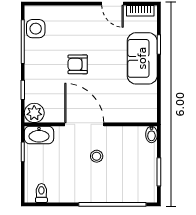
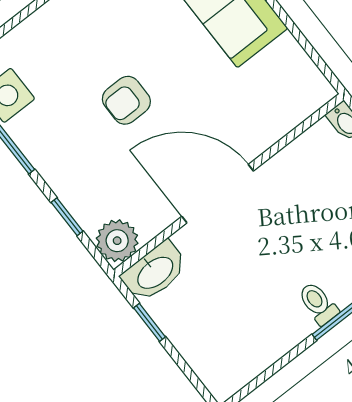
stool: (97, 156) -> (281, 231), removed
toilet: (41, 193) -> (318, 303), moved

